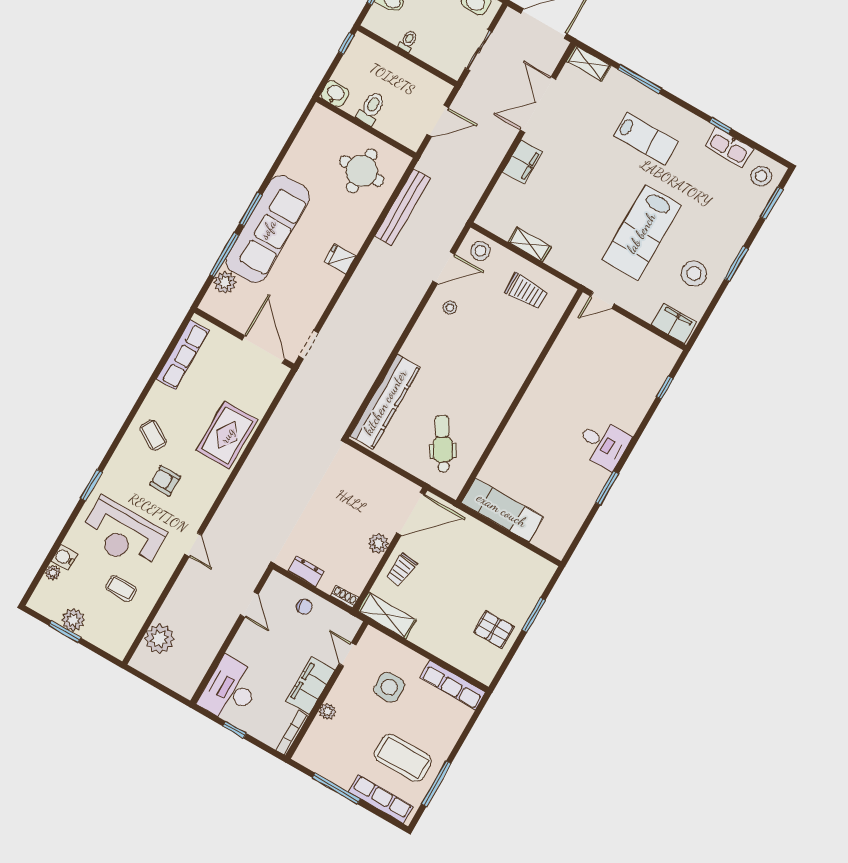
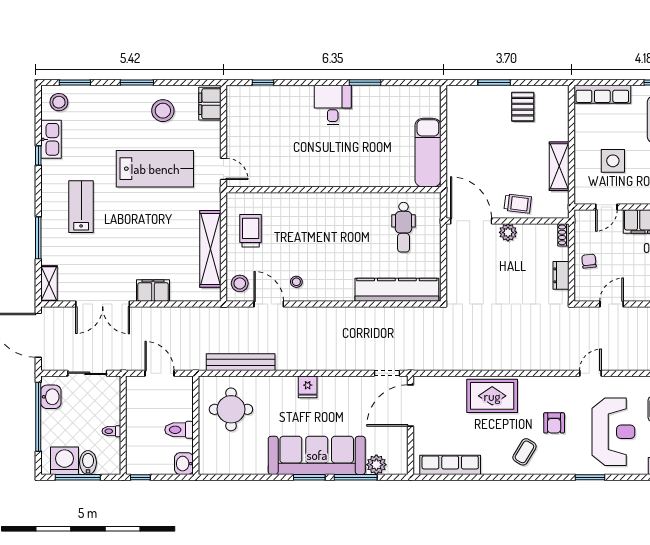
shelving: (529, 244) -> (210, 249), width x2.20, depth x1.33
dental chair: (443, 444) -> (404, 227), turned -58
shelving: (387, 616) -> (559, 166), moved
row of seats: (453, 685) -> (602, 94), moved, turned 90

